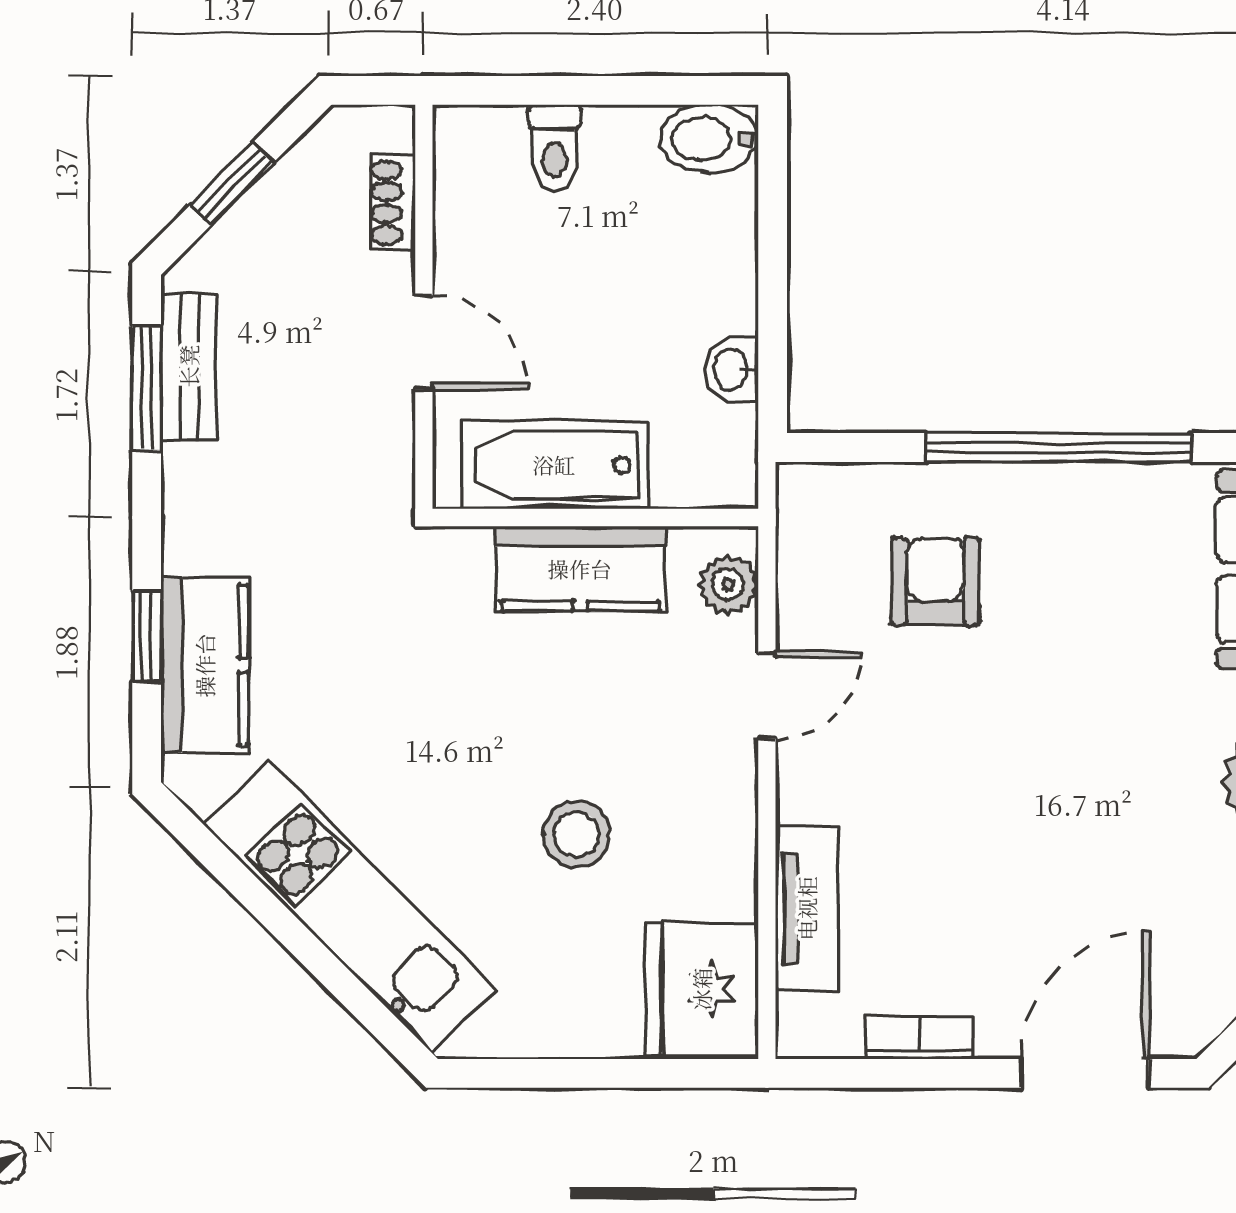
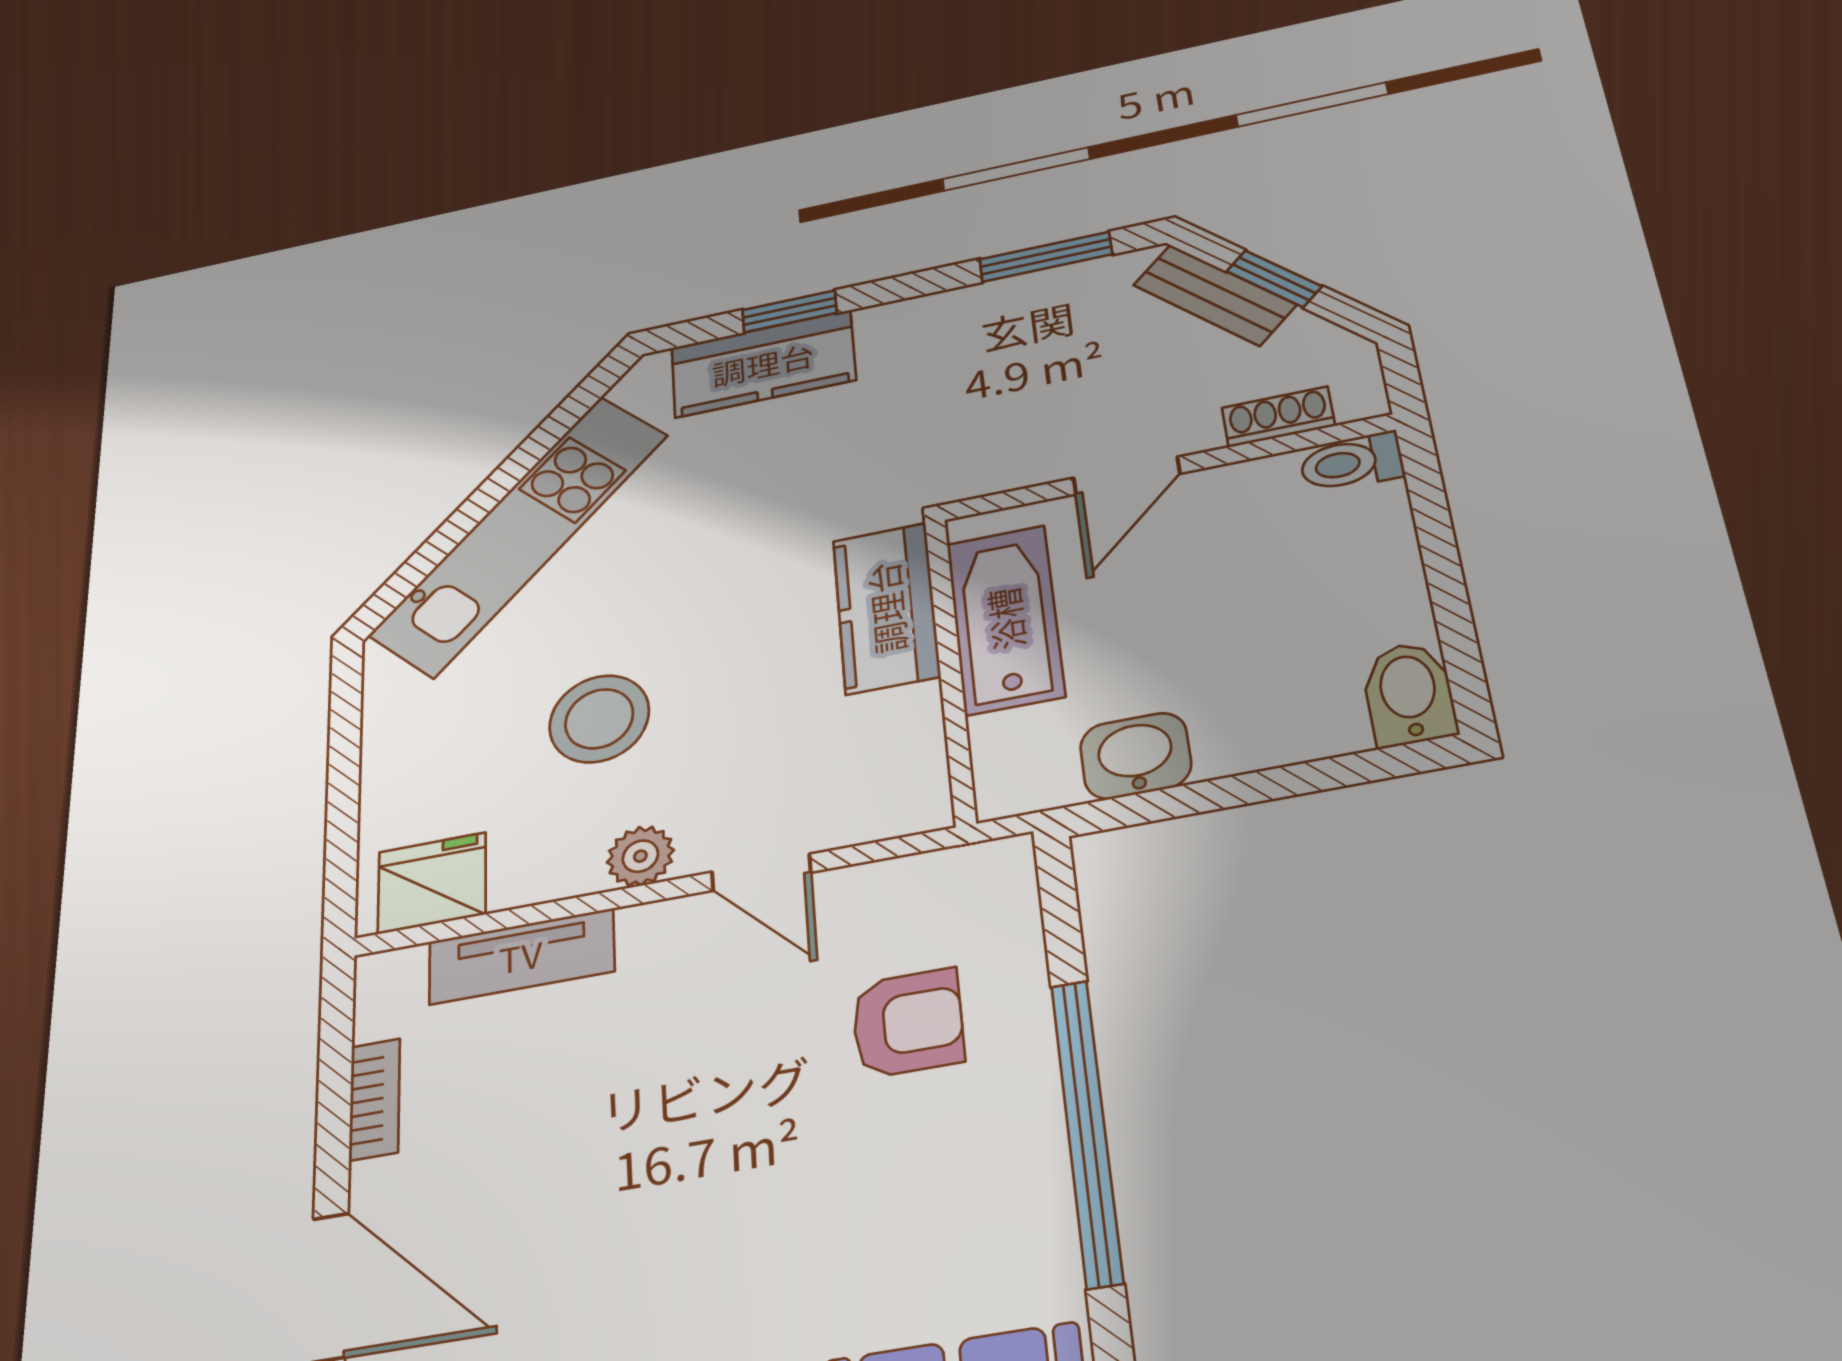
toilet: (555, 148) -> (1352, 462), moved
bench: (189, 366) -> (1214, 295), moved, turned 45
washbasin: (732, 369) -> (1136, 756), width x1.38, depth x1.45
kitchen counter: (580, 569) -> (886, 608), moved
plant: (728, 584) -> (640, 856), moved
stool: (576, 834) -> (599, 719), width x1.38, depth x1.38
fridge: (702, 989) -> (432, 883), width x0.73, depth x0.75

